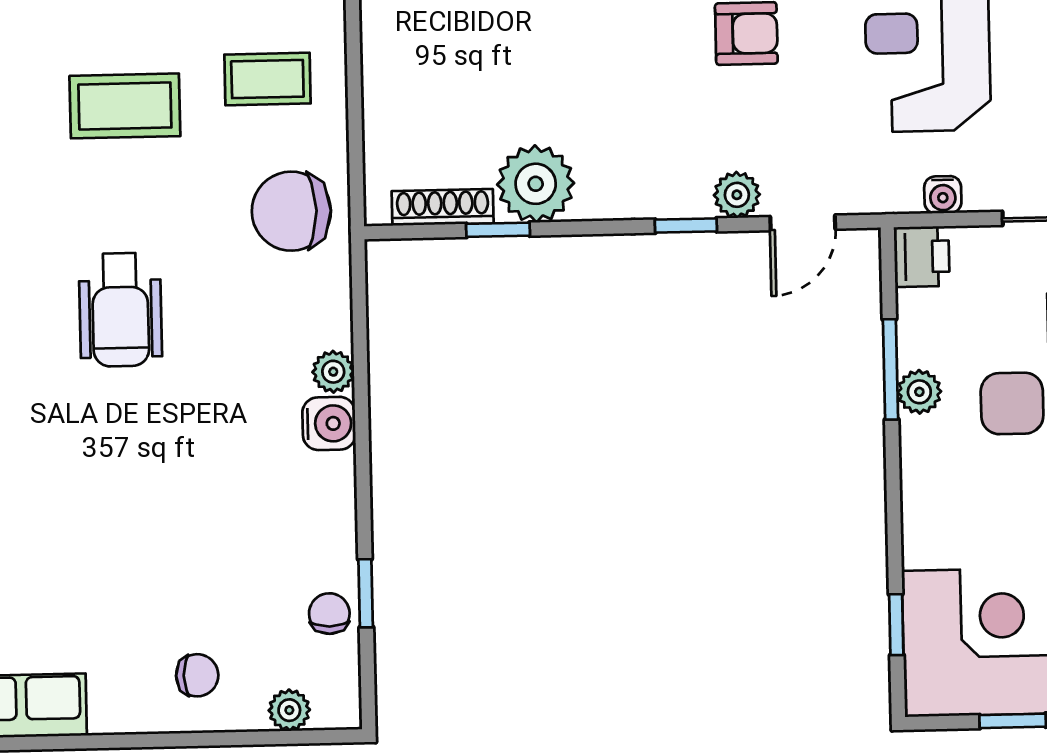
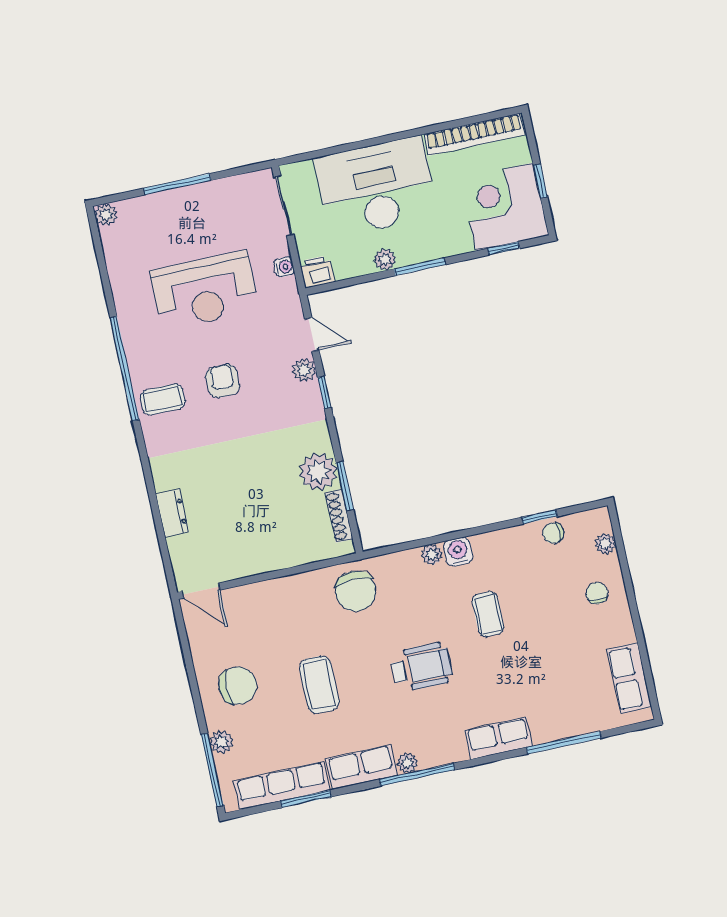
coffee table: (267, 79) -> (488, 614), moved
window: (498, 230) -> (345, 486), width x1.50
window: (890, 369) -> (420, 267), moved

